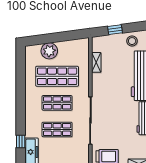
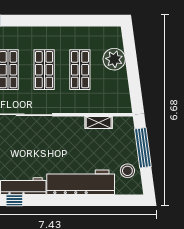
window: (115, 30) -> (143, 148), width x2.17
shop shelf: (57, 76) -> (80, 70), width x0.70, depth x0.74

